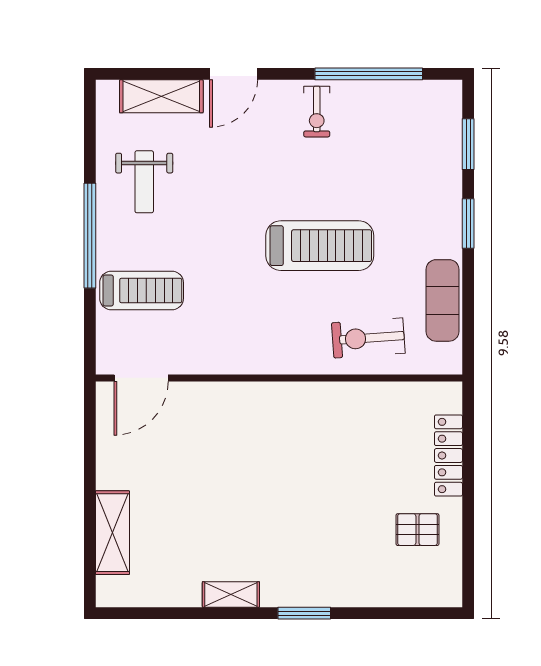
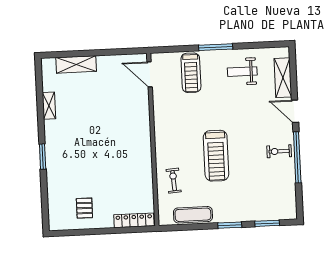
window: (369, 74) -> (297, 157), moved
window: (90, 236) -> (216, 47), width x0.68
exercise bike: (368, 338) -> (174, 181), width x0.73, depth x0.72
locker: (448, 455) -> (134, 220), moved
shelving: (231, 595) -> (49, 106), moved

